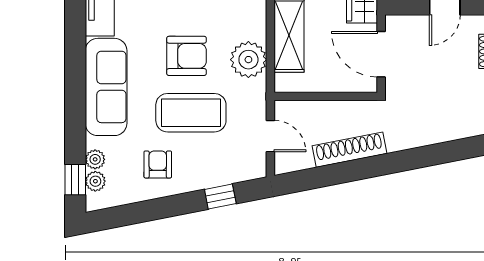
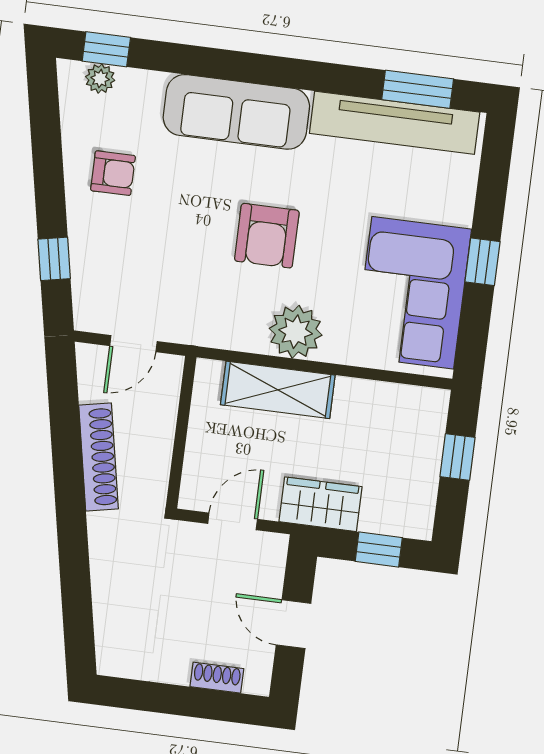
door: (381, 54) -> (233, 521), width x0.73
plant: (248, 60) -> (296, 332), moved
coffee table: (191, 113) -> (183, 231), removed
plant: (95, 159) -> (132, 82), removed

